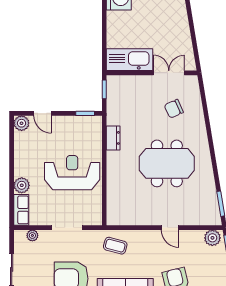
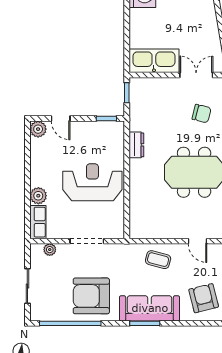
chair: (174, 109) -> (202, 114), turned -142
coffee table: (115, 246) -> (158, 260), moved

